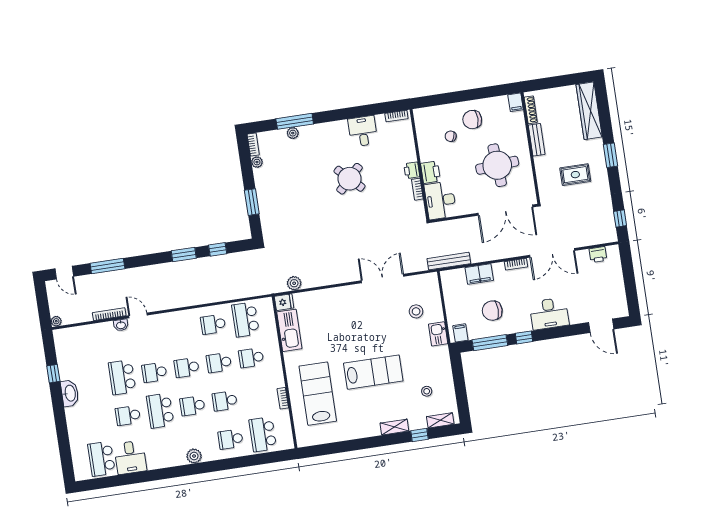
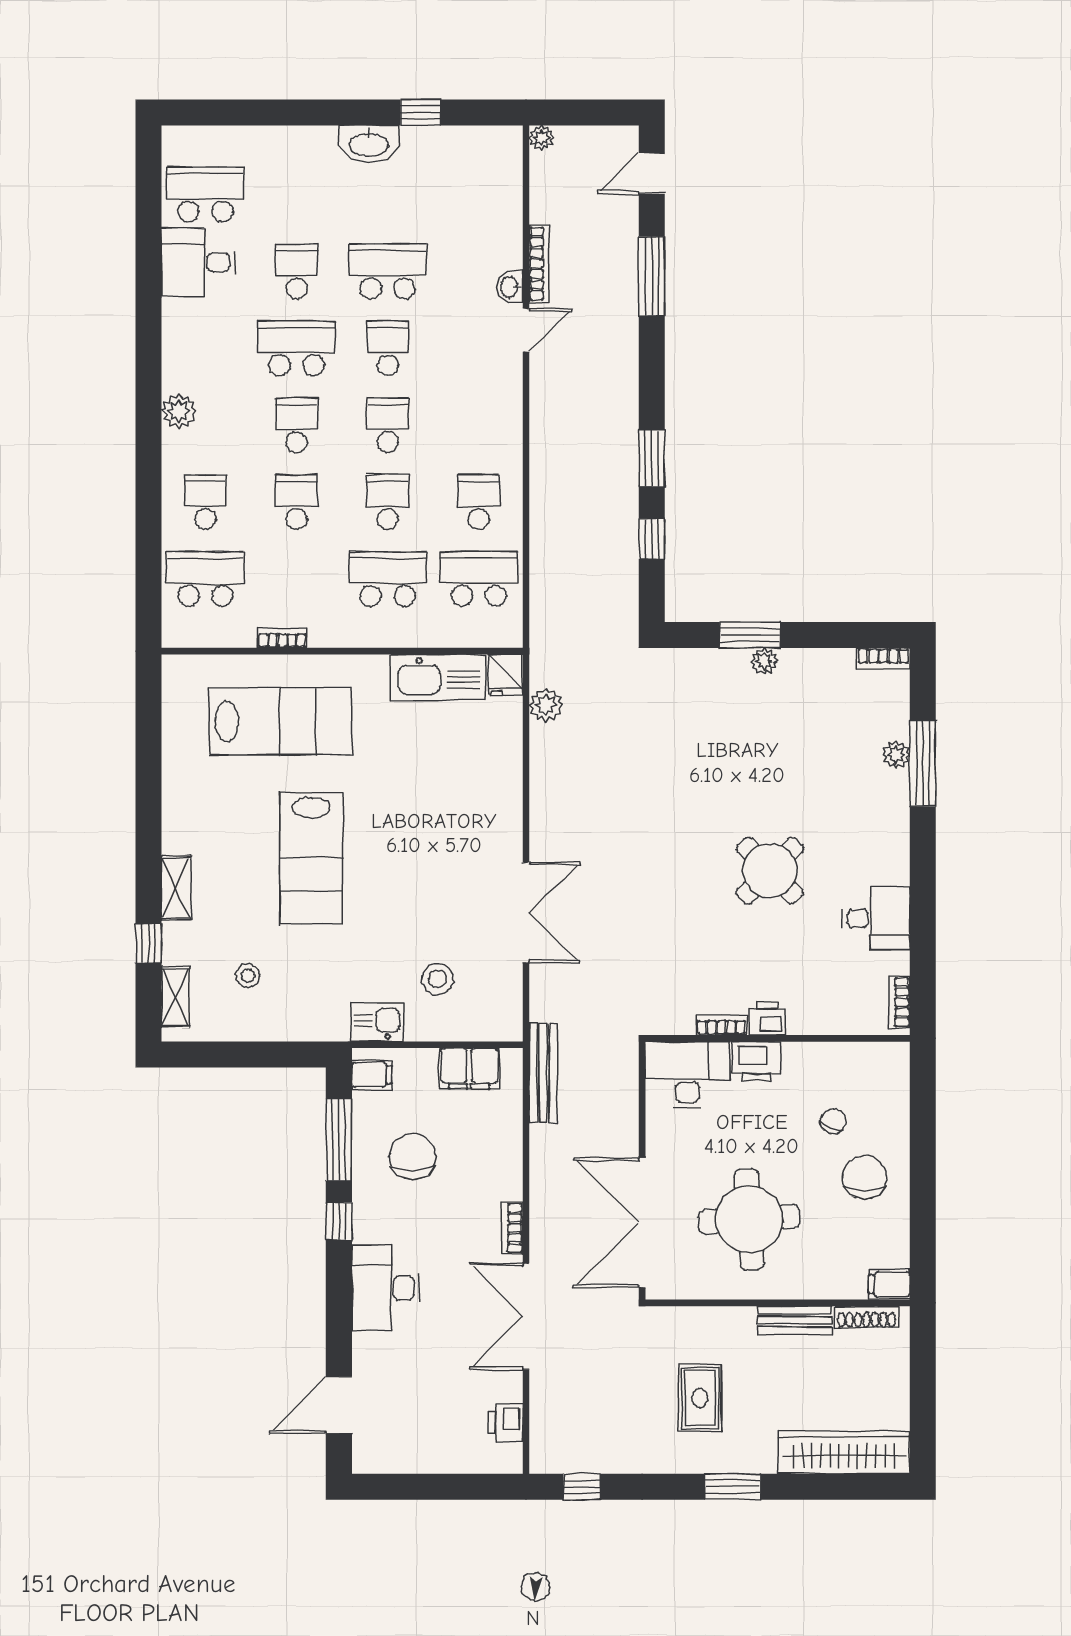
plant: (257, 162) -> (764, 661), moved
filing cabinet: (479, 274) -> (469, 1068), moved, turned -90
school desk: (251, 358) -> (388, 579), width x1.85

